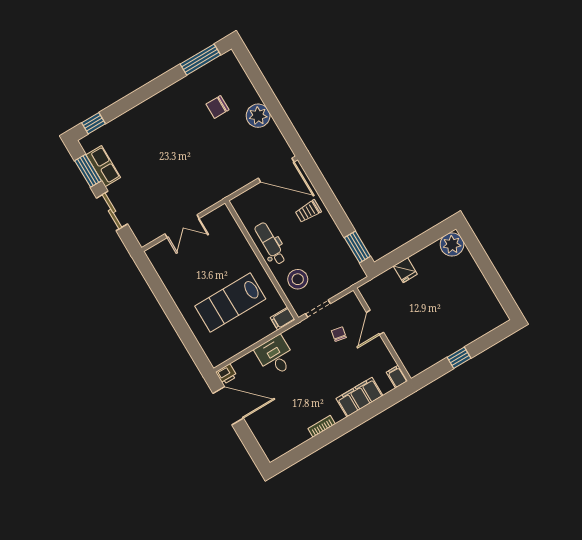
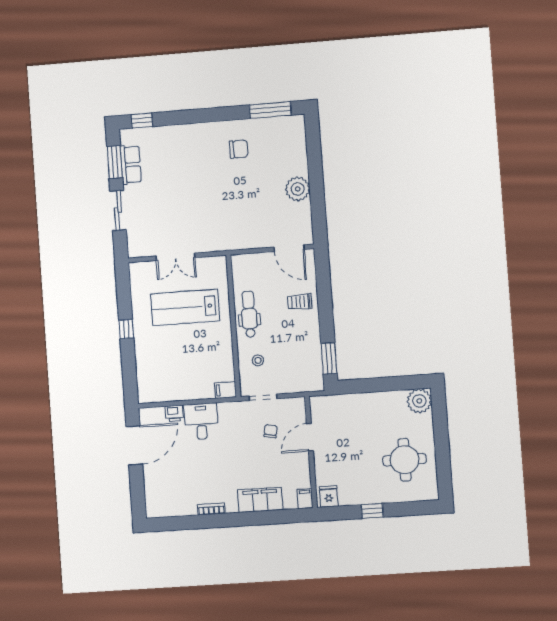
chair: (218, 107) -> (239, 149), moved, turned 180
door: (276, 170) -> (289, 248), width x0.73
fridge: (405, 270) -> (329, 497), moved, turned 180
stool: (298, 279) -> (258, 360), width x0.53, depth x0.53
round table: (464, 301) -> (405, 460), added
lab bench: (230, 302) -> (185, 307), moved
window: (171, 310) -> (126, 329), added
printer: (226, 374) -> (174, 413), moved
door: (228, 406) -> (134, 445), hinge flipped

